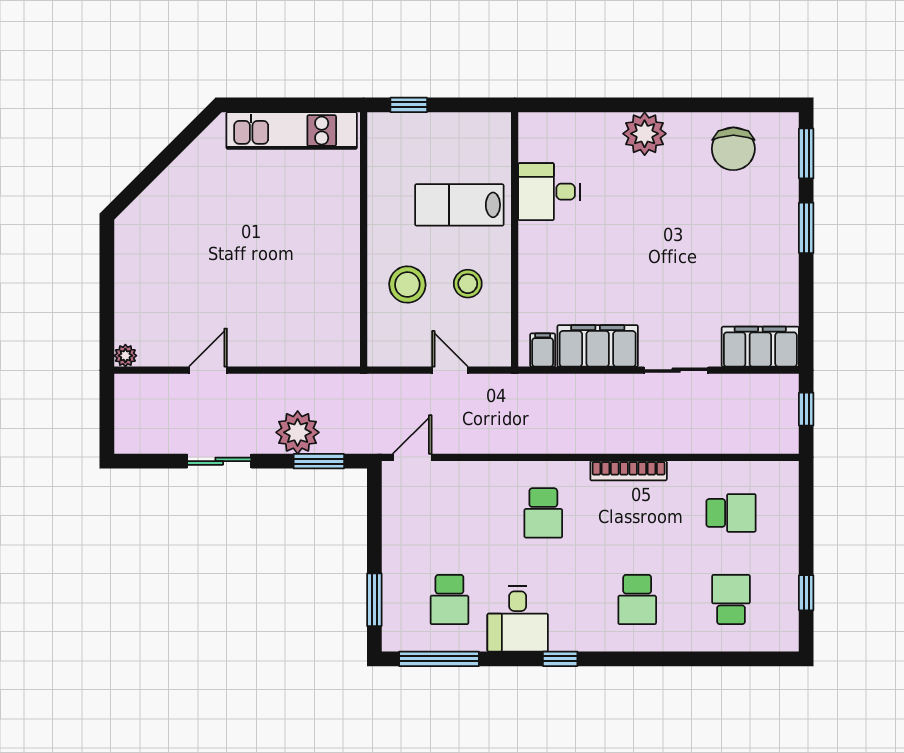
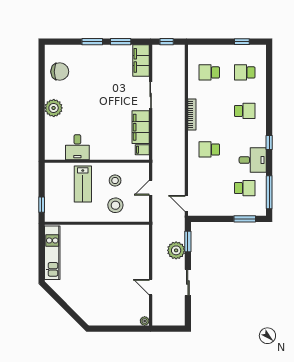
window: (806, 153) -> (121, 42), moved
school desk: (543, 513) -> (209, 149), turned 180
school desk: (731, 513) -> (209, 72), turned -90

